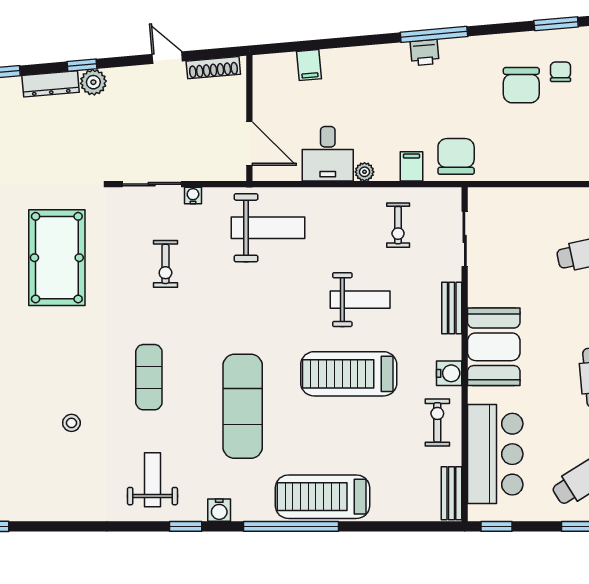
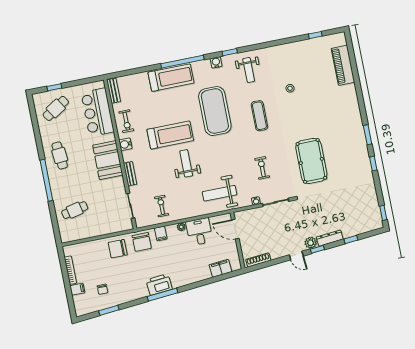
printer: (425, 53) -> (159, 285), width x1.87, depth x1.48
door: (167, 58) -> (296, 255), moved
filing cabinet: (309, 65) -> (221, 268), width x2.00
chair: (521, 85) -> (118, 249), moved, turned -90
weight bench: (360, 300) -> (186, 163), moved, turned 90
exercise mat: (243, 406) -> (215, 111), width x1.47
window: (497, 526) -> (90, 80), removed

